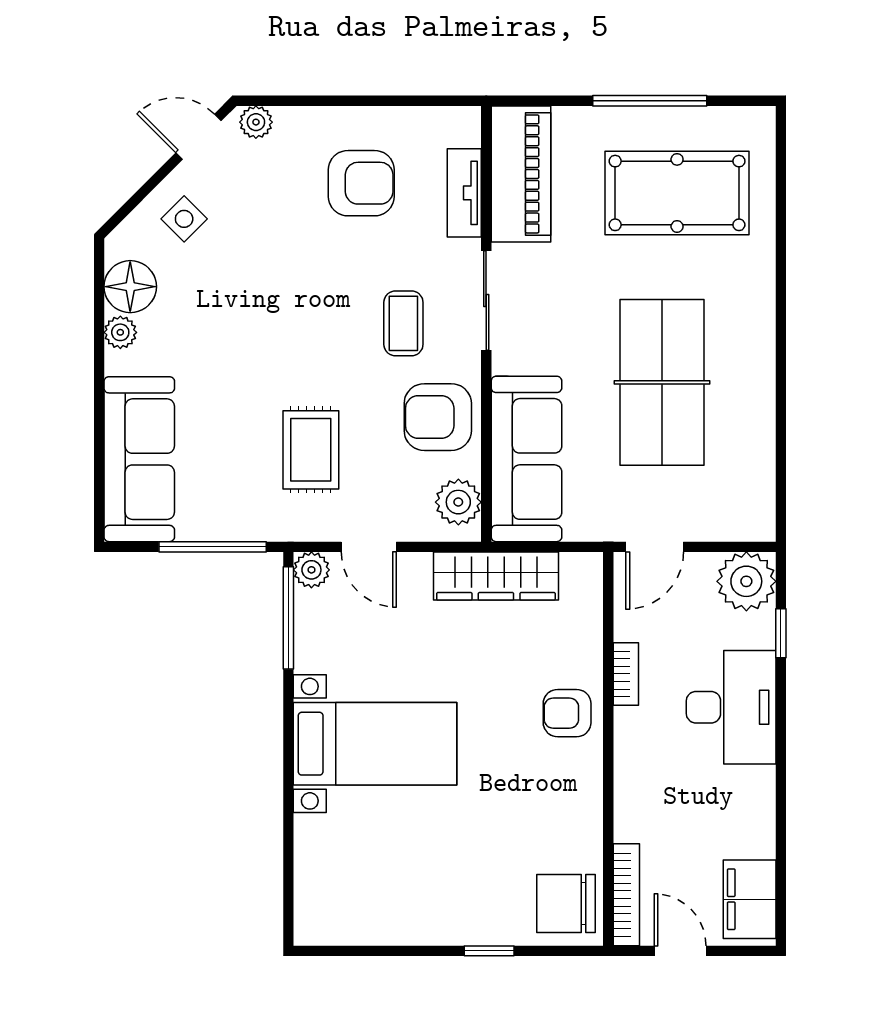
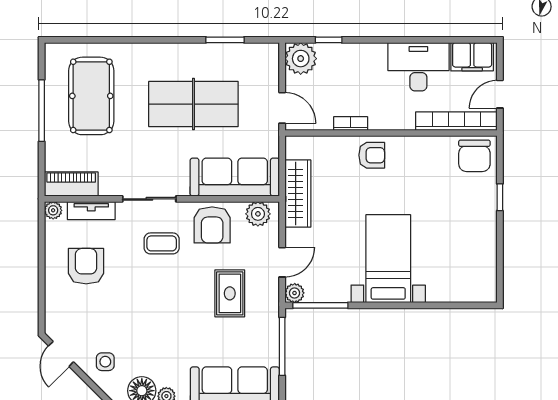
plant: (256, 122) -> (53, 210), moved
piano: (521, 174) -> (71, 184), width x0.73, depth x0.75
side table: (184, 219) -> (105, 362), turned 45
window: (781, 441) -> (225, 40), added
rug: (311, 450) -> (230, 293), turned 90
desk: (731, 707) -> (418, 67), moved
armchair: (567, 713) -> (372, 155), turned -90
bookcase: (626, 895) -> (456, 121), width x1.48, depth x1.31

